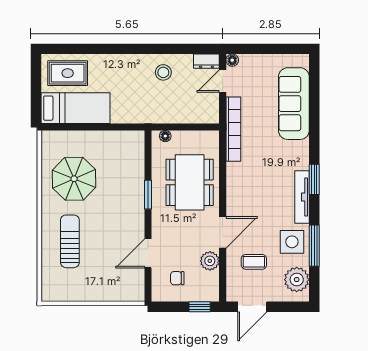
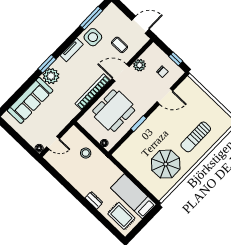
dresser: (206, 61) -> (94, 200), moved
stool: (163, 72) -> (86, 153), moved
bookcase: (233, 129) -> (93, 92), moved
window: (314, 179) -> (47, 64), moved
tv unit: (302, 197) -> (72, 50), width x0.71
window: (314, 246) -> (91, 18), moved
plant: (297, 280) -> (51, 76), moved
window: (200, 307) -> (176, 59), moved

